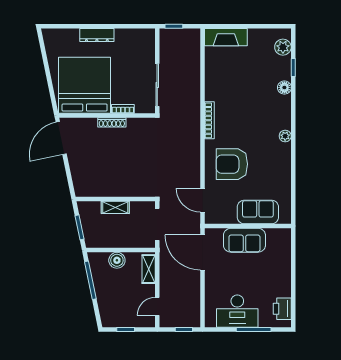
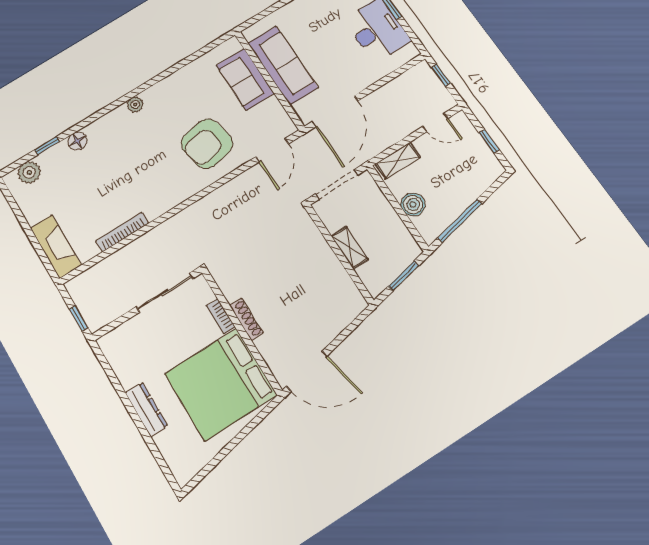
bookcase: (209, 120) -> (122, 232), moved
armchair: (232, 164) -> (207, 144), turned 79
sofa: (244, 240) -> (283, 65), width x1.36

